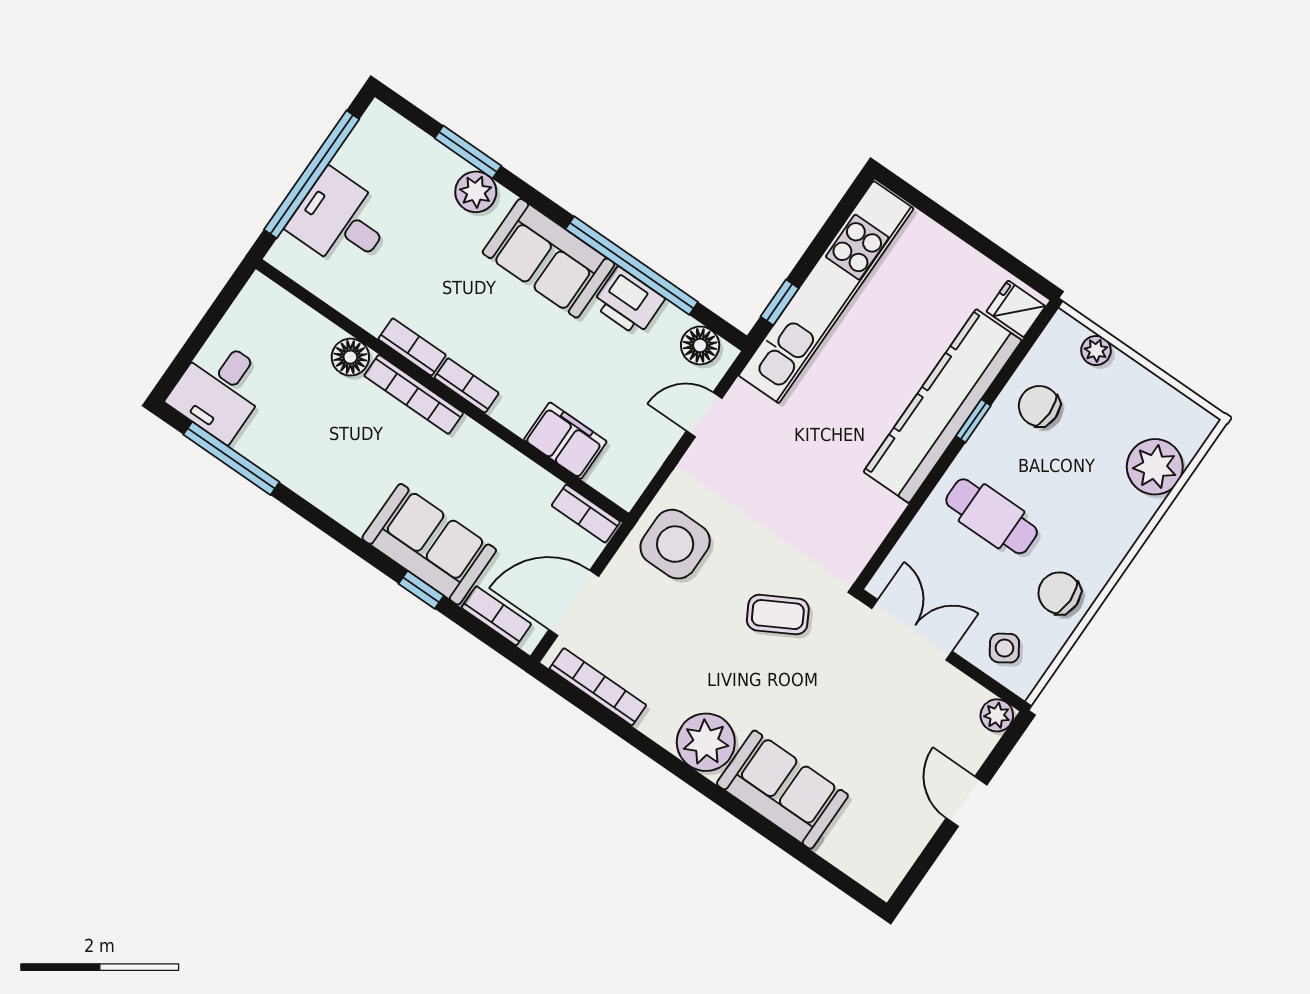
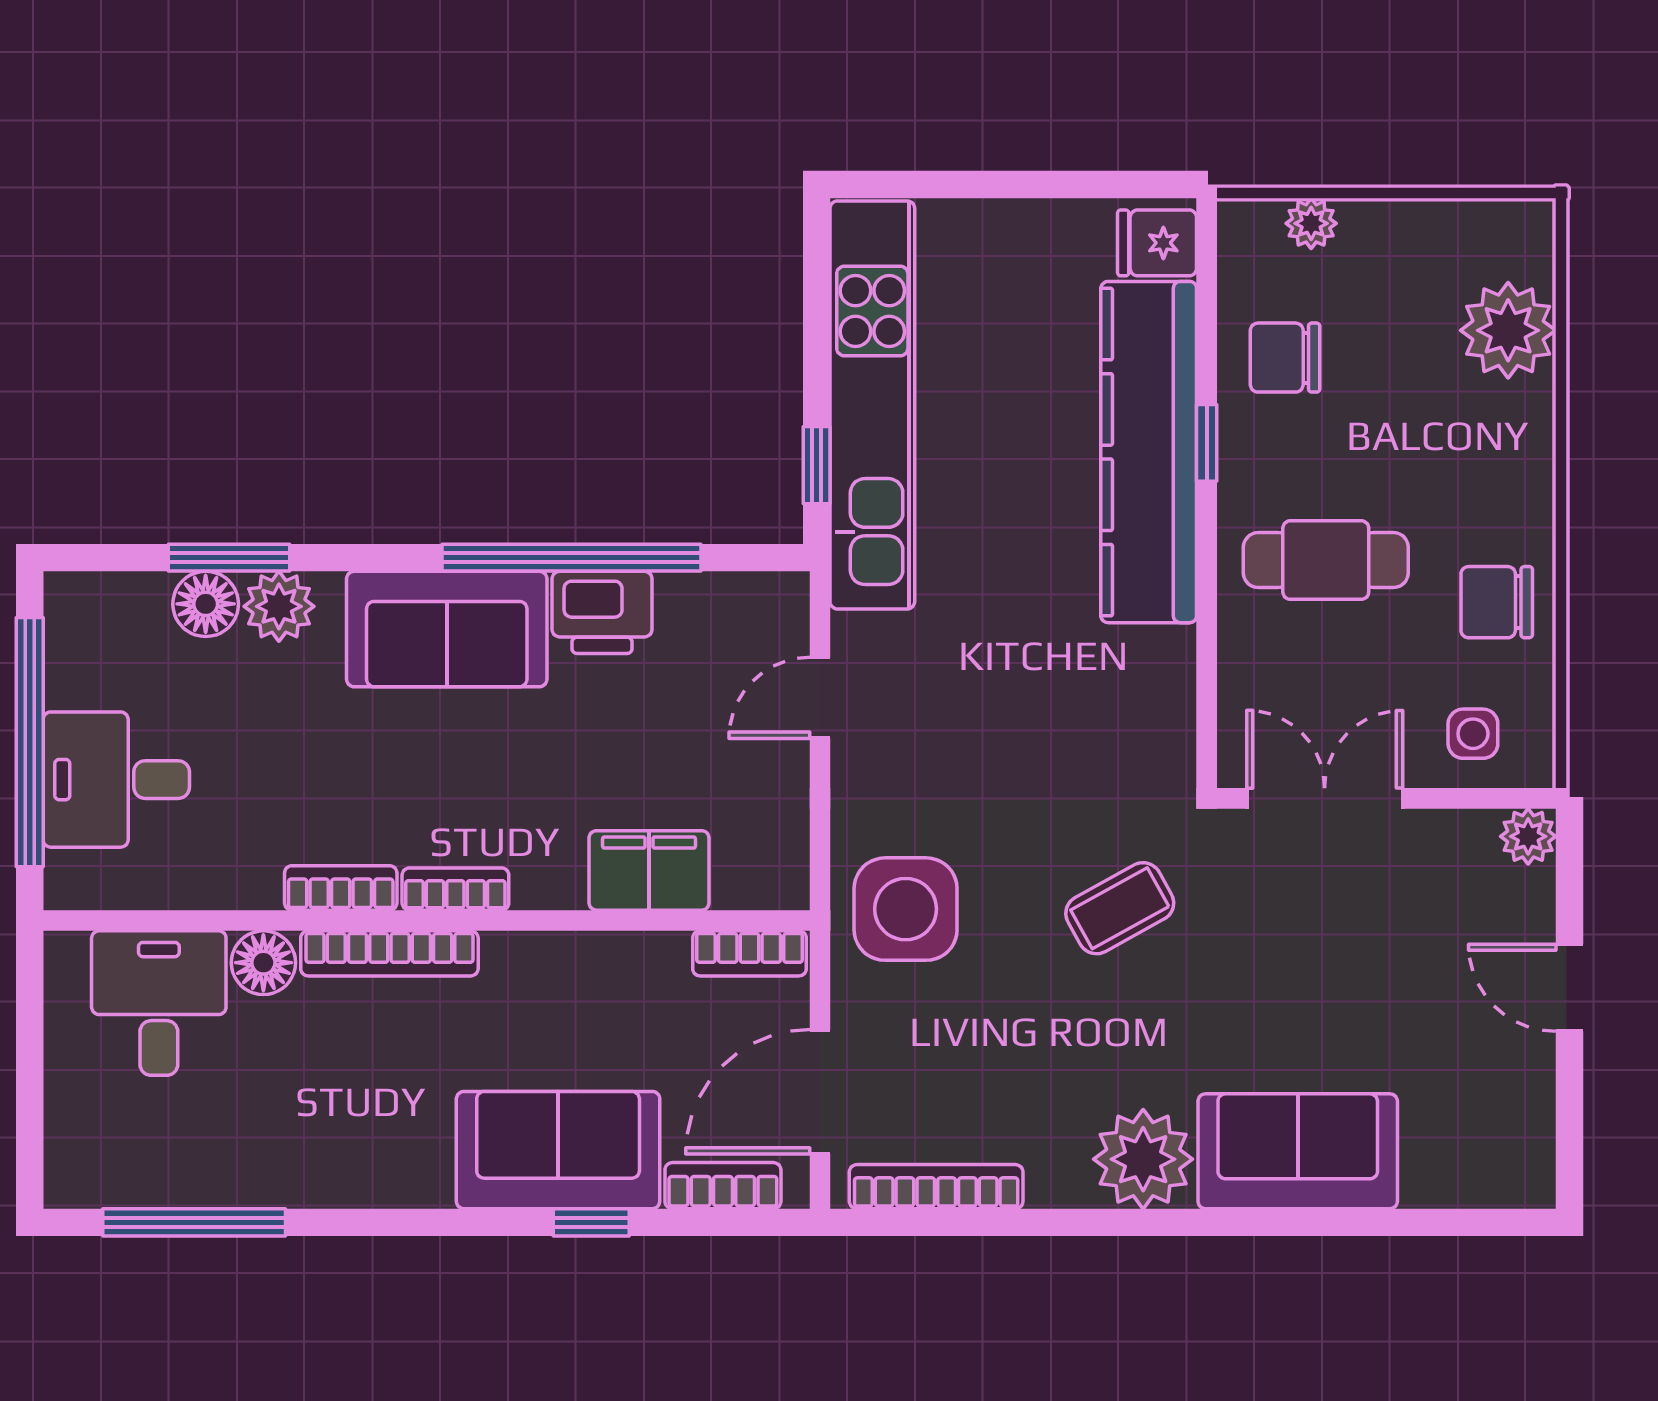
floor lamp: (700, 345) -> (206, 604), moved
desk: (220, 390) -> (159, 1003), moved, turned 180
side table: (1004, 648) -> (1473, 734), turned 33

